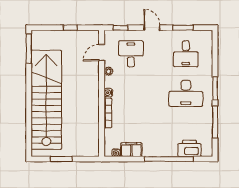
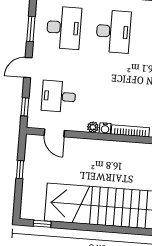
window: (29, 49) -> (42, 224), width x0.46
desk: (186, 54) -> (64, 28), width x1.37
plant: (109, 71) -> (93, 127), moved

